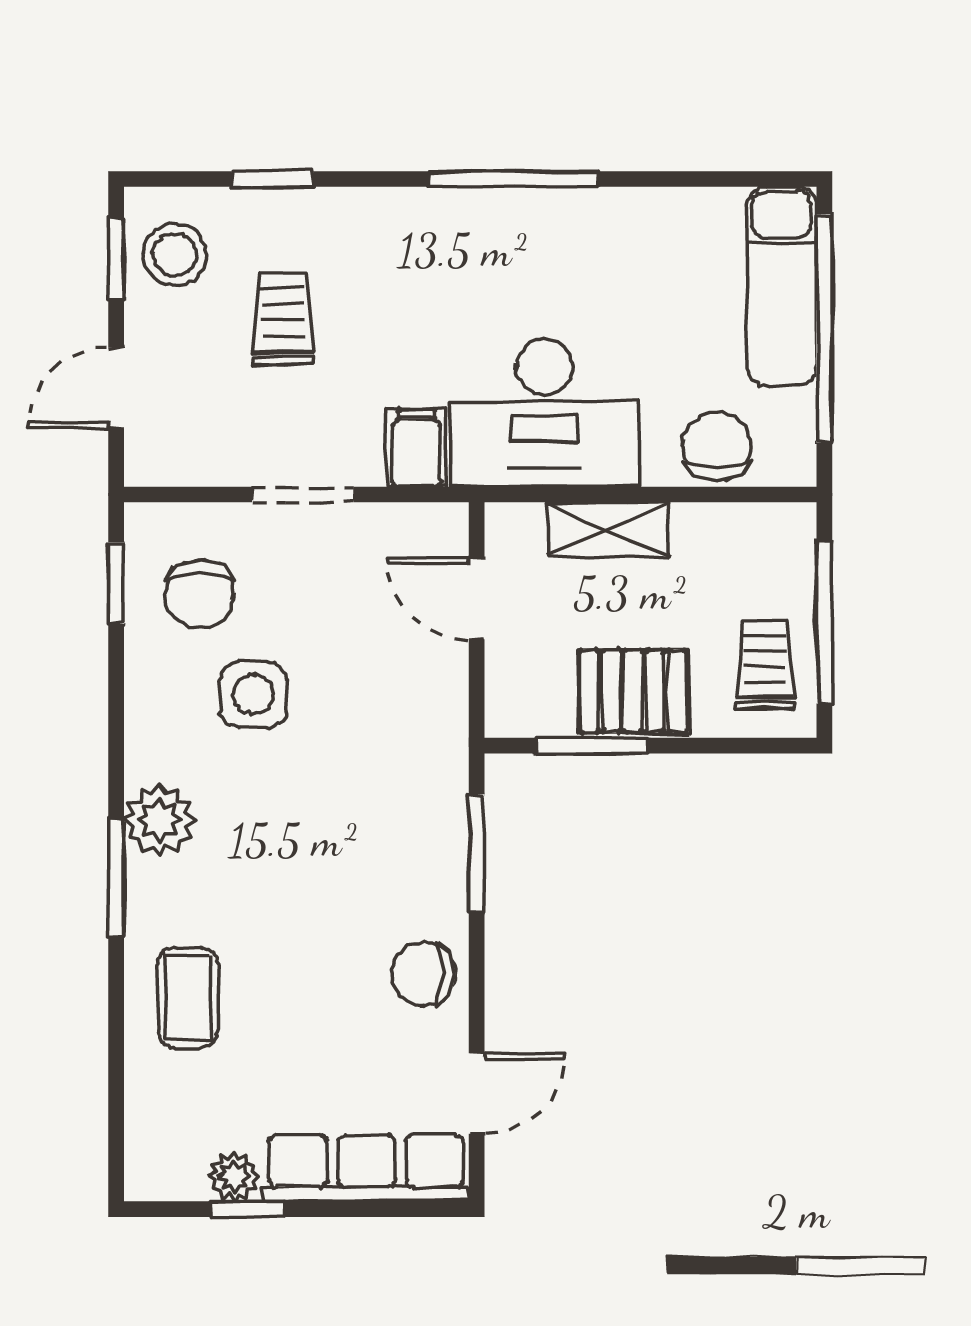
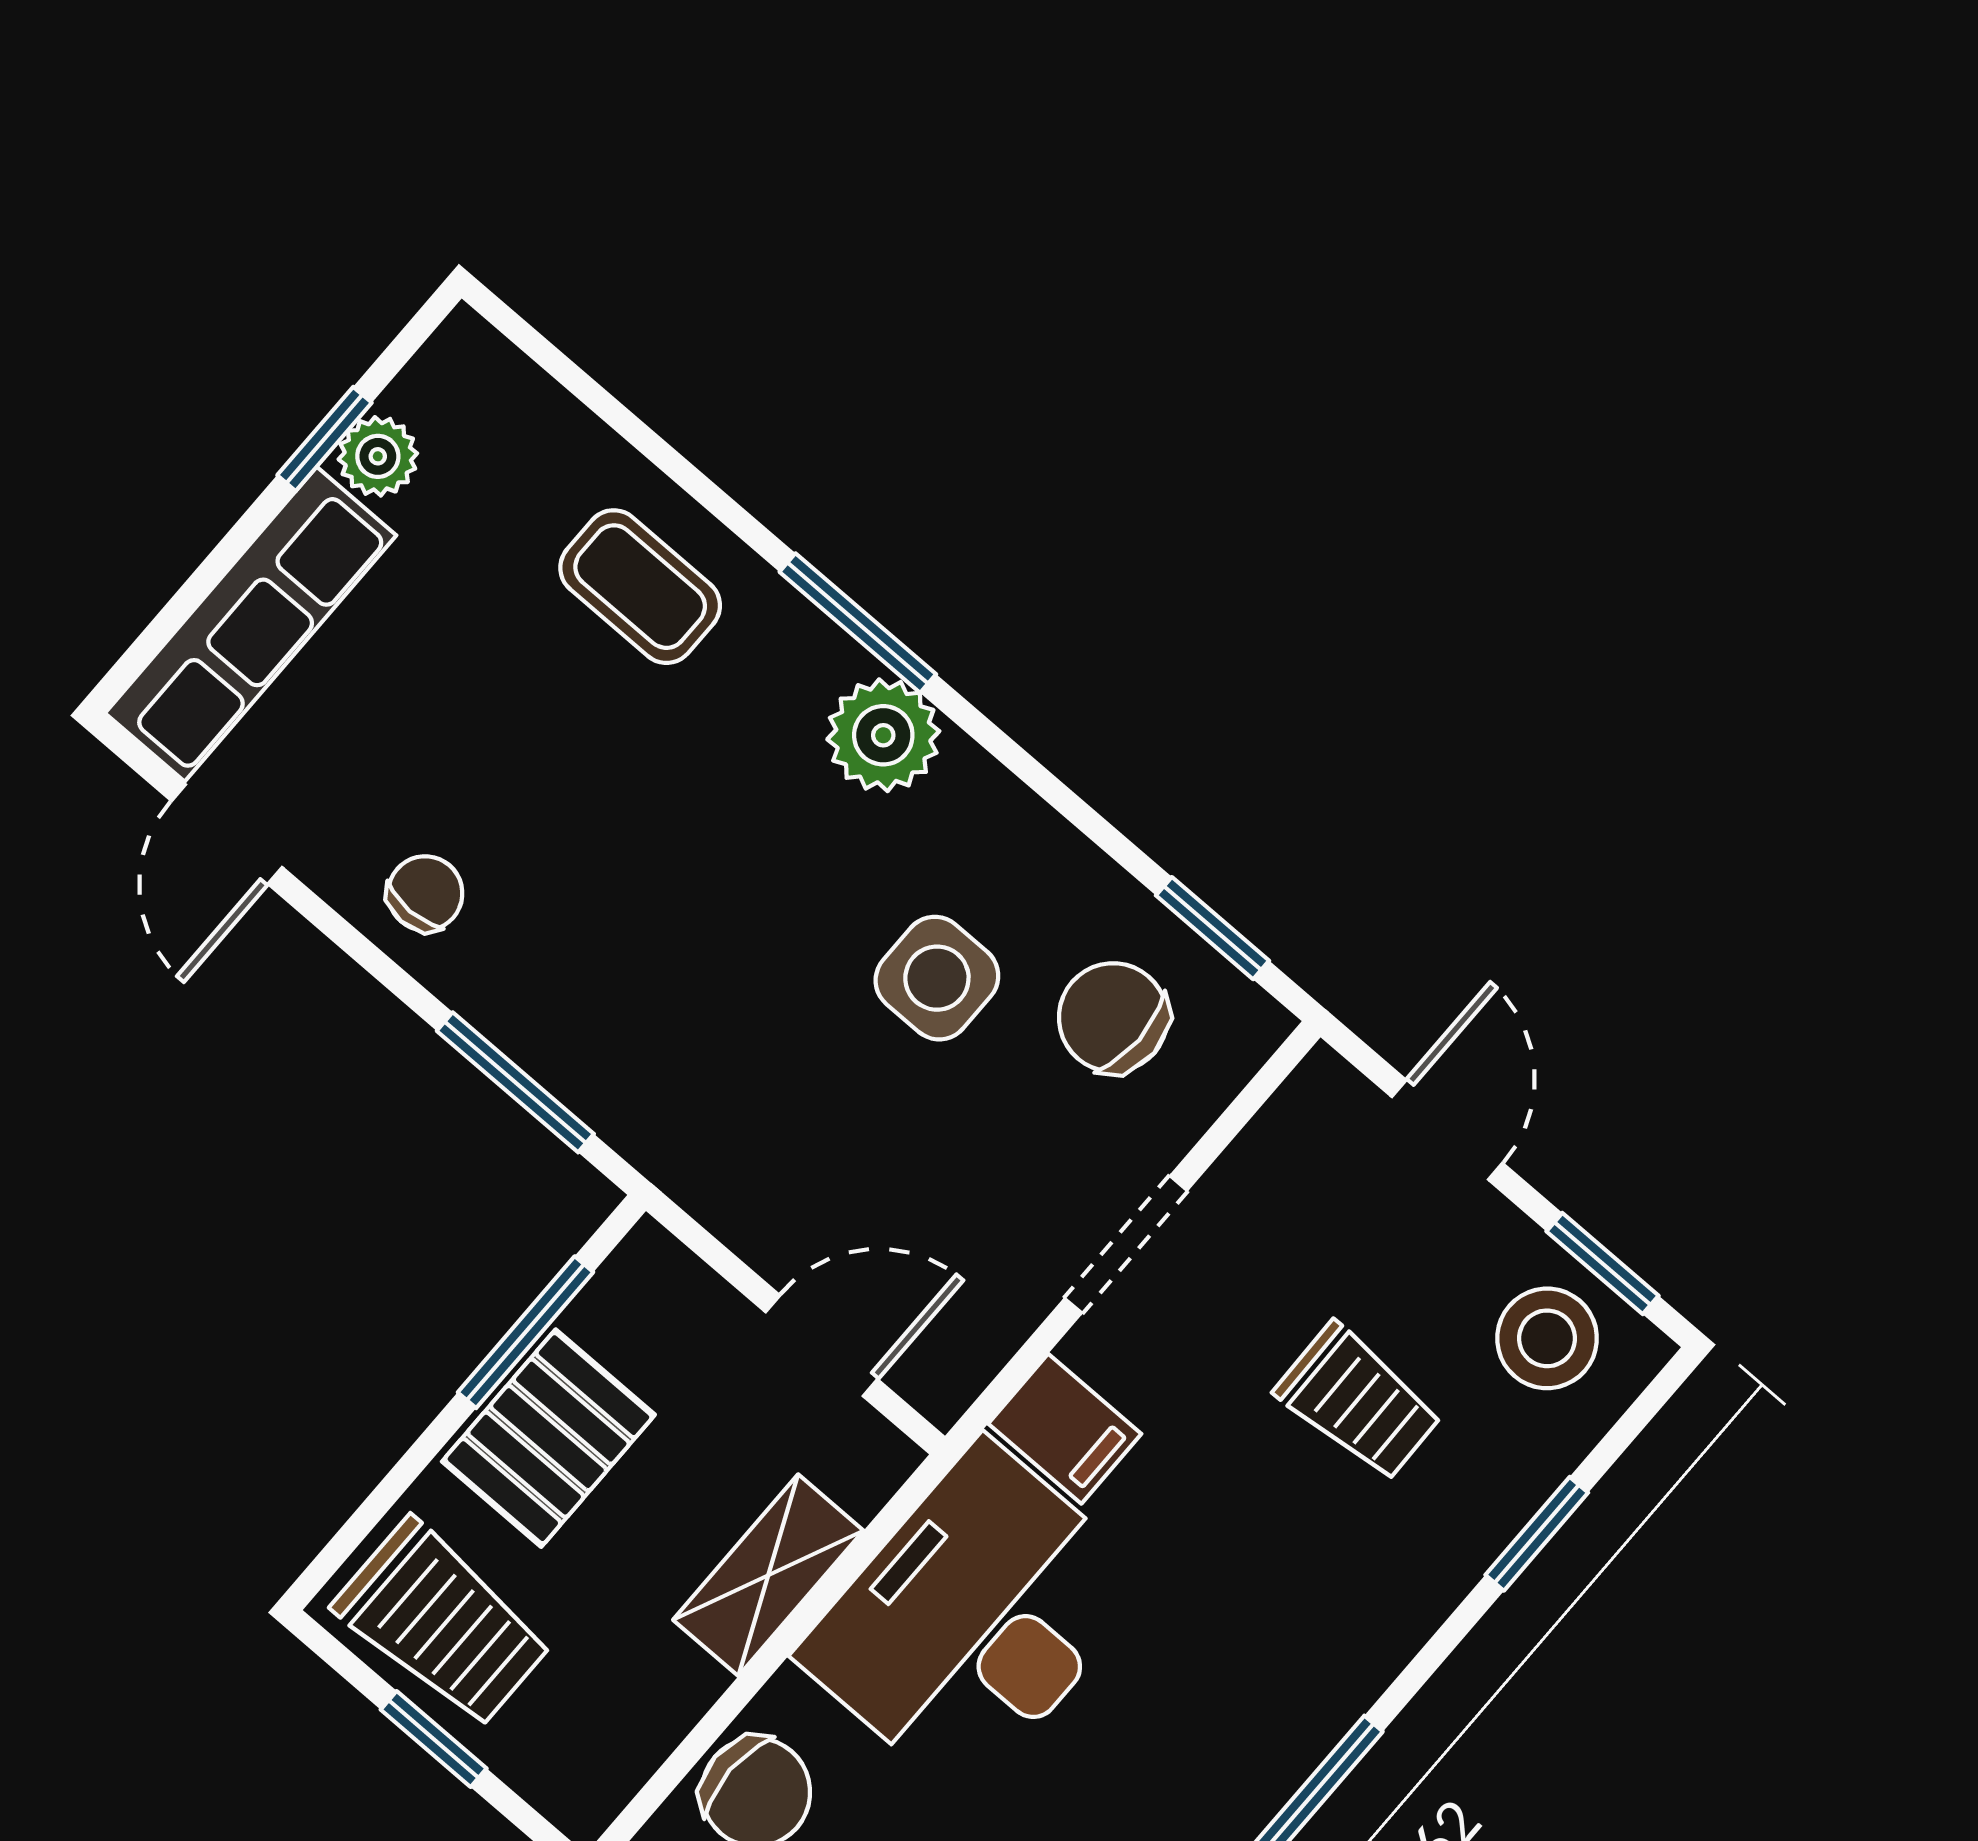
window: (824, 622) -> (434, 1739), width x0.46
trolley: (765, 665) -> (443, 1623), width x1.36, depth x1.39
chair: (423, 974) -> (425, 893), width x0.73, depth x0.73

